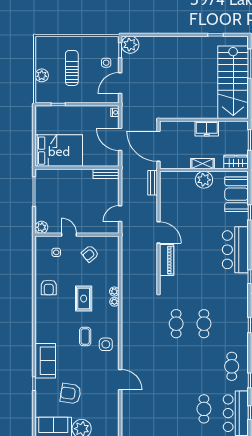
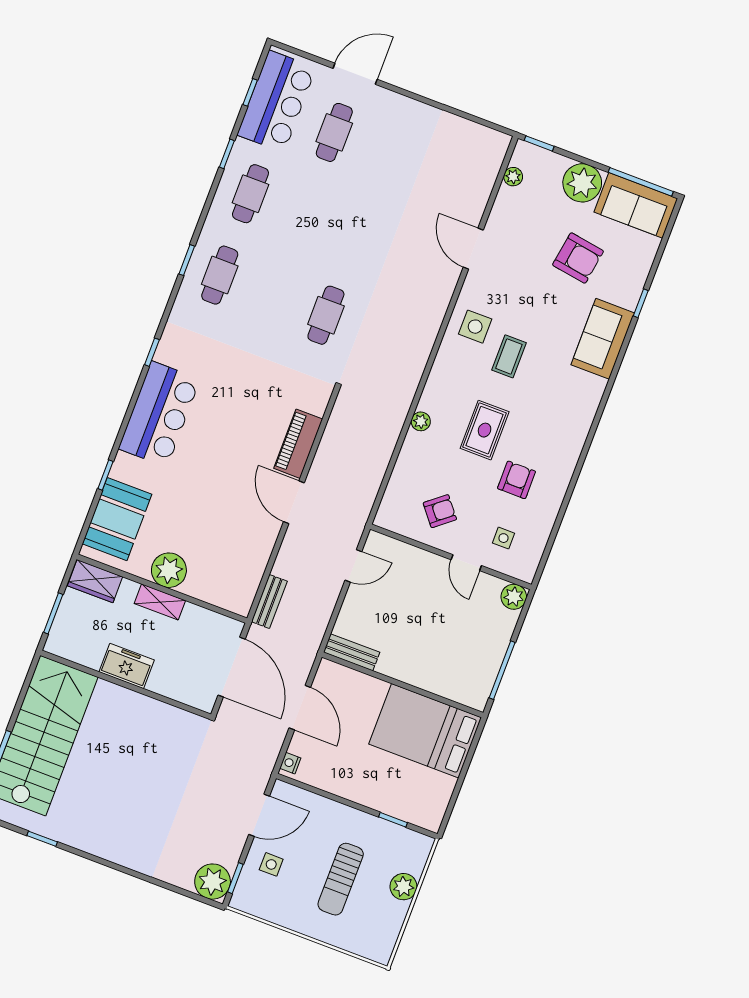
armchair: (49, 287) -> (517, 480), moved
plant: (114, 302) -> (513, 177), moved
cafe table: (204, 324) -> (220, 275), moved

